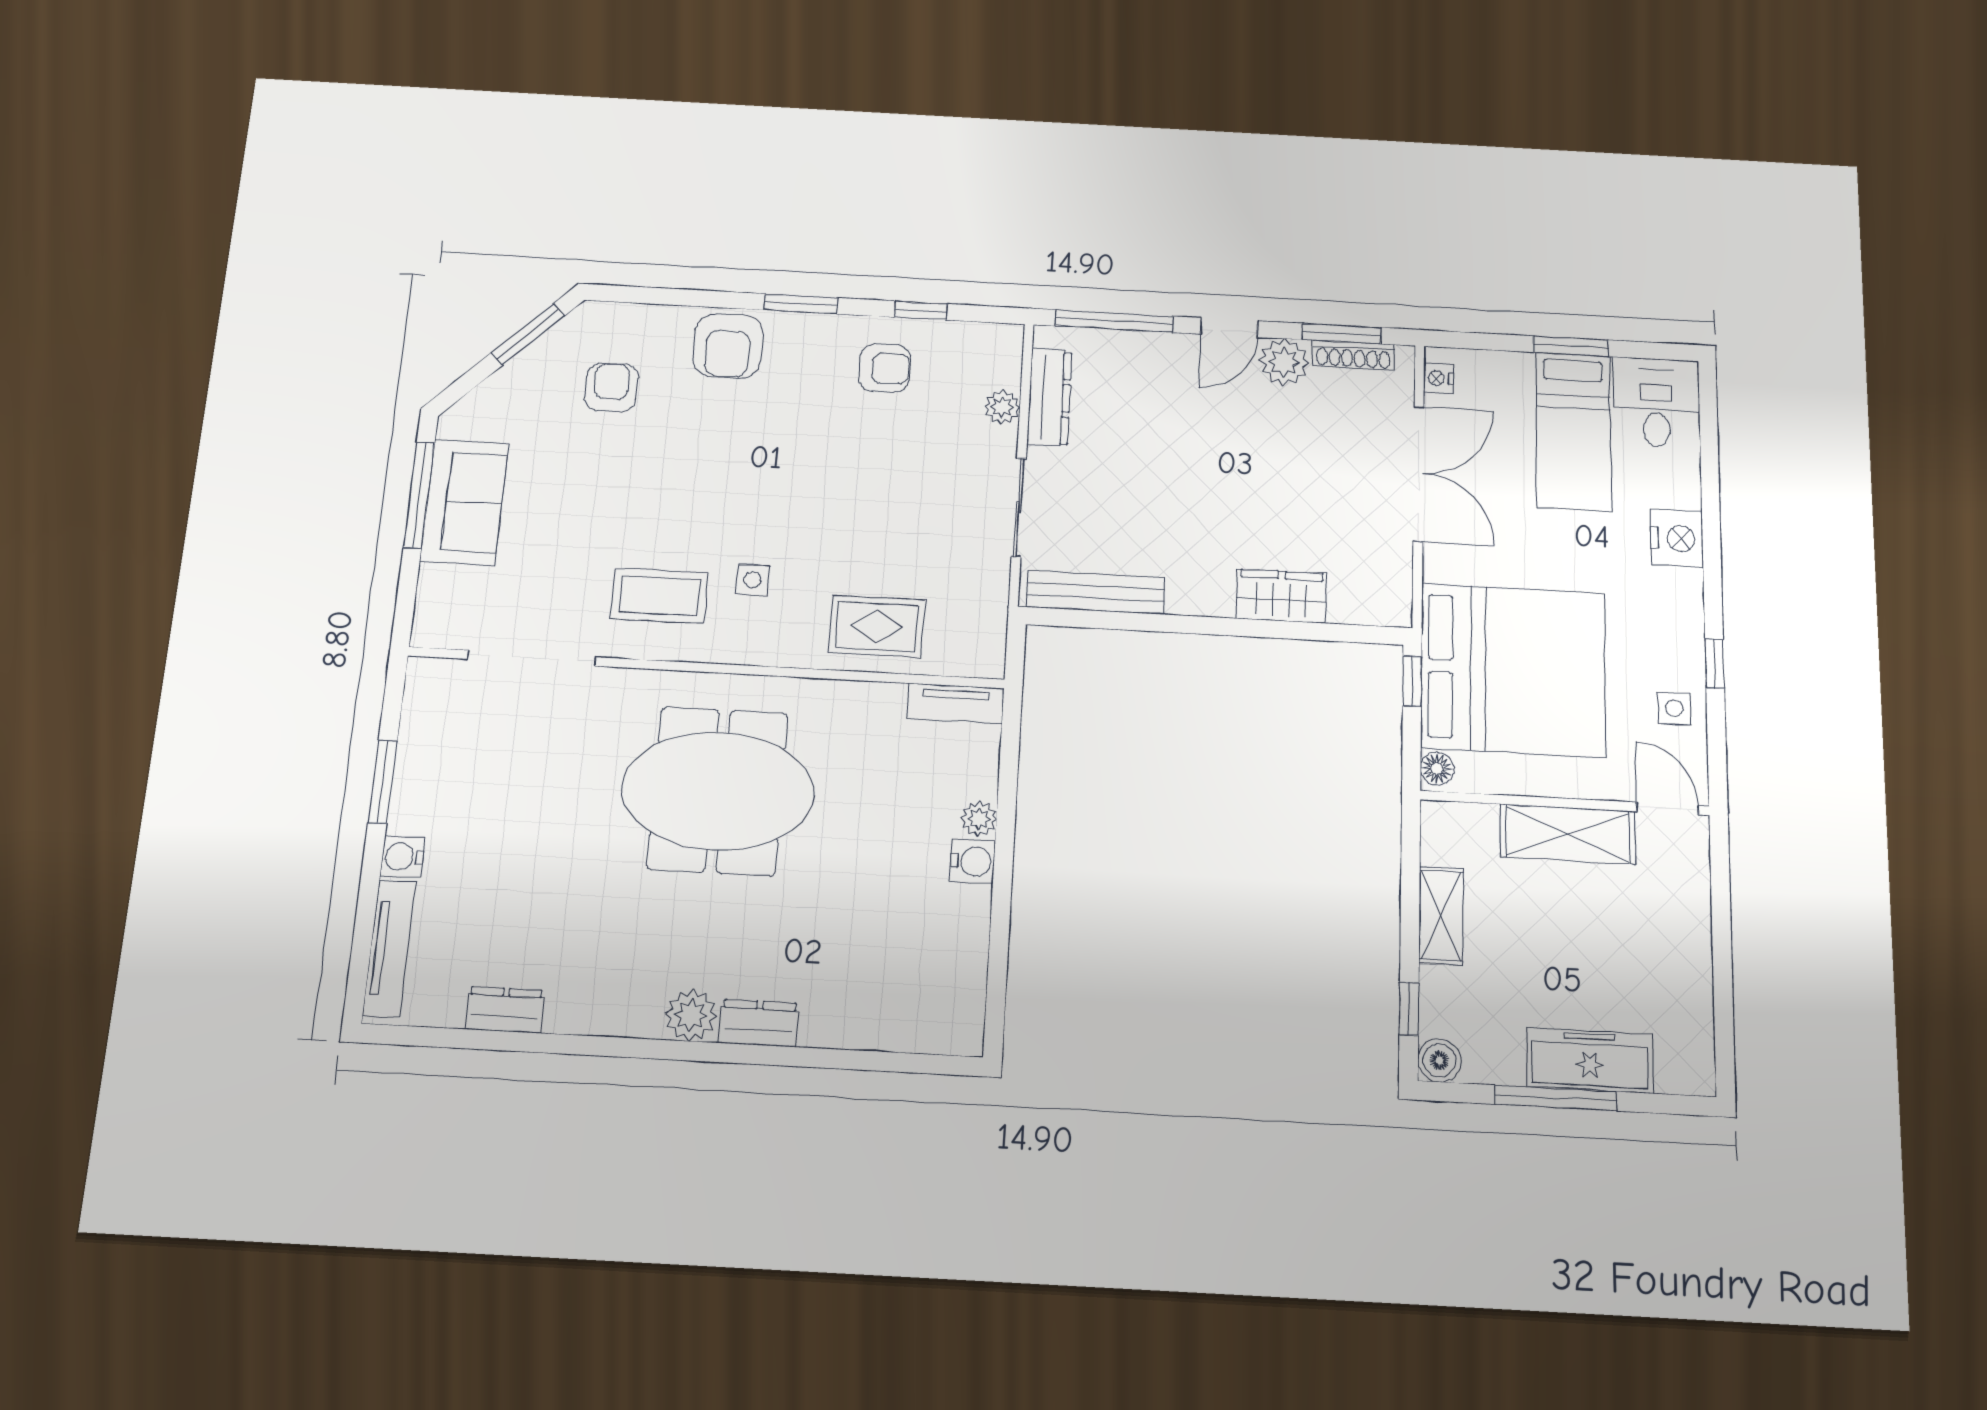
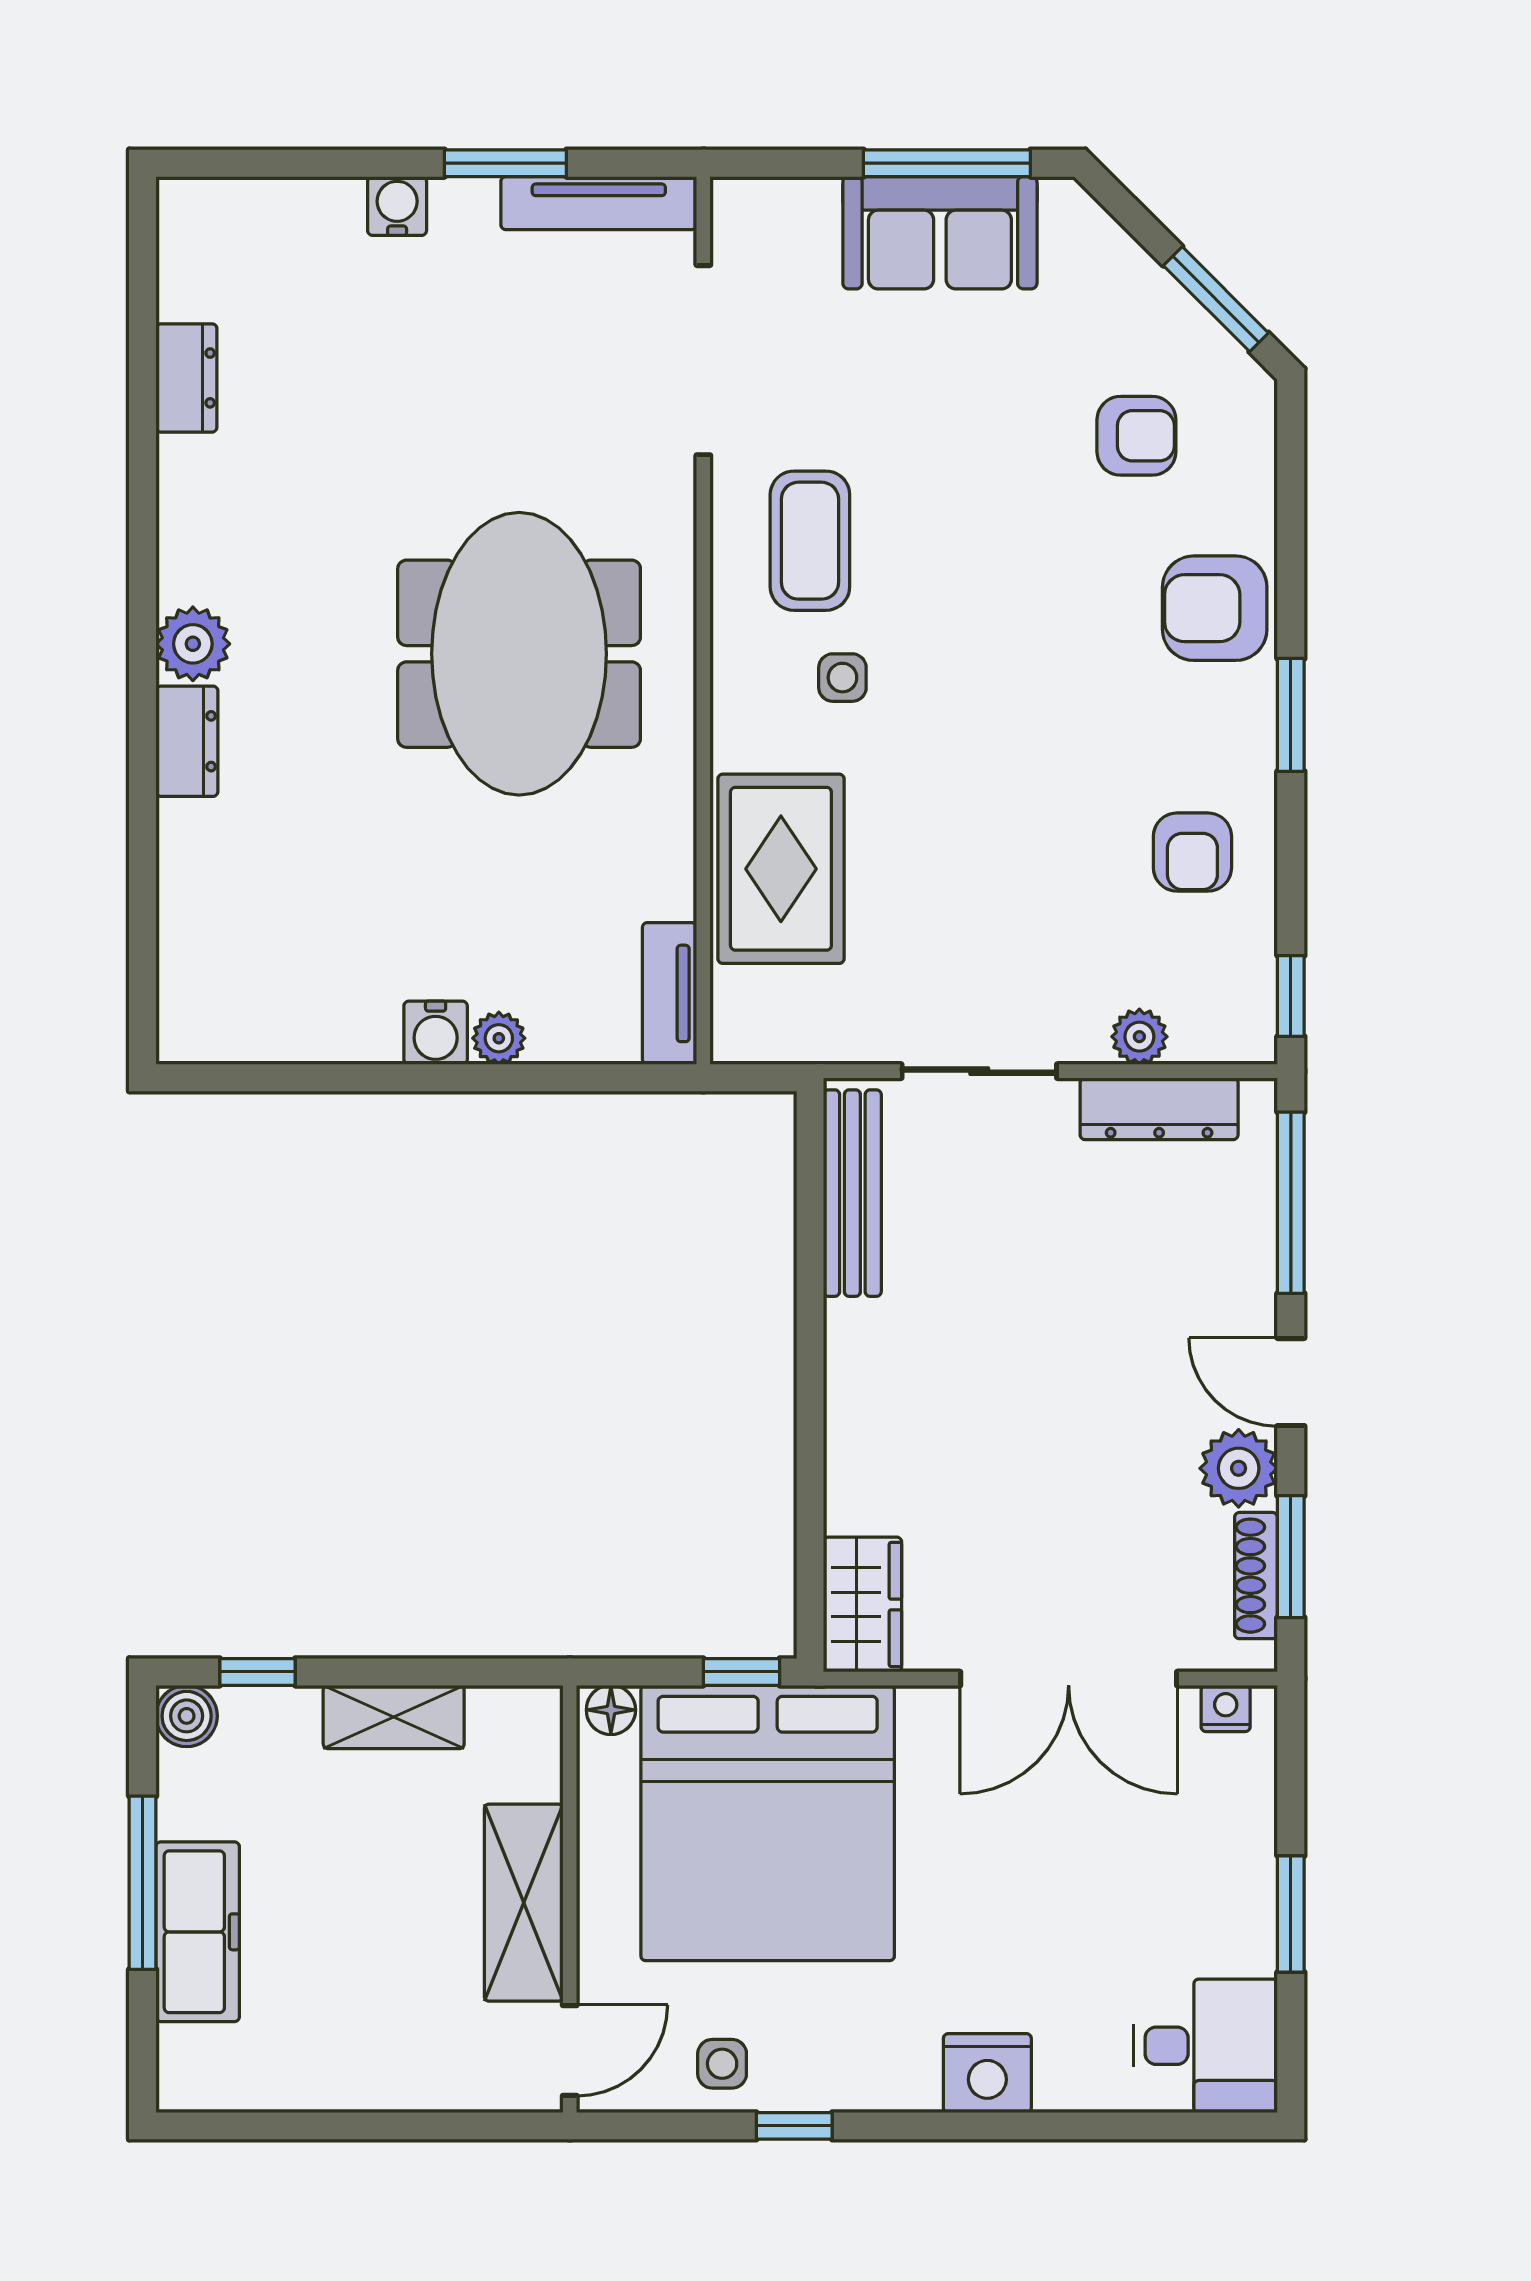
window: (921, 310) -> (1291, 996), moved
bed: (1573, 431) -> (1151, 1917), removed
wardrobe: (1281, 596) -> (863, 1604), moved
rug: (877, 626) -> (781, 869), width x1.36, depth x1.43
tv unit: (389, 948) -> (599, 203), moved

